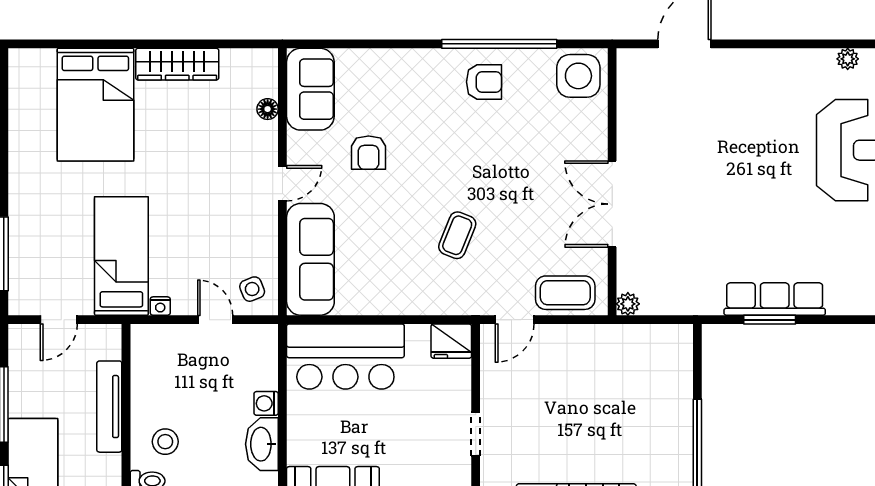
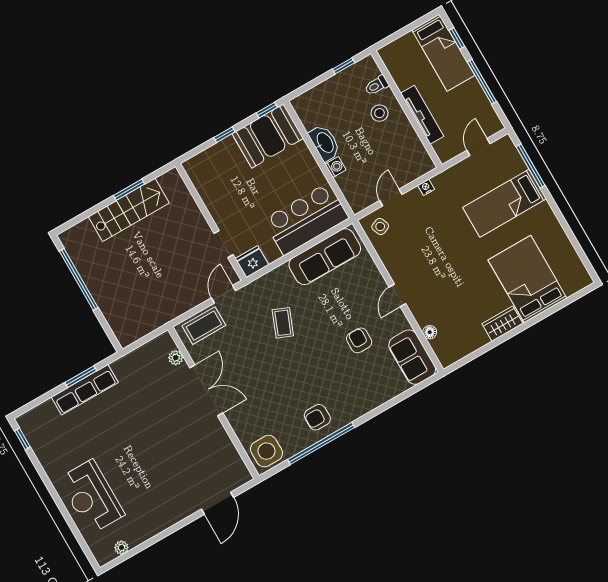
wardrobe: (177, 64) -> (502, 324), width x0.67
bed: (121, 256) -> (504, 203), moved, turned 90
sofa: (310, 259) -> (325, 257), moved, turned -90
plant: (628, 304) -> (176, 358), moved
door: (215, 320) -> (391, 198), swing flipped
doorway: (476, 434) -> (224, 244), moved

